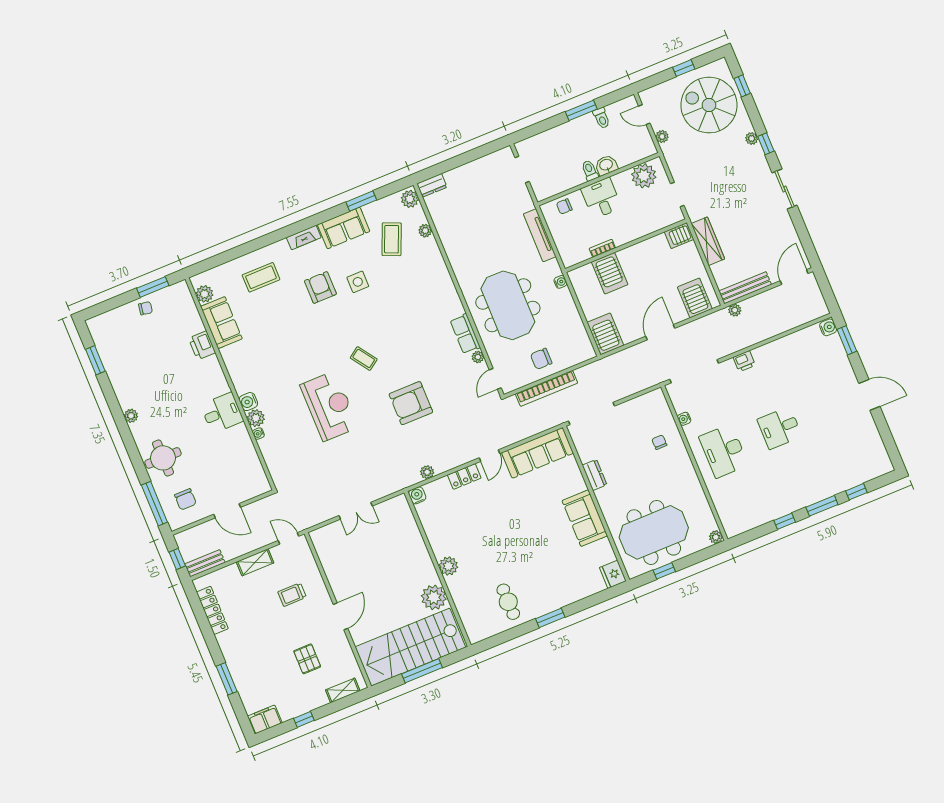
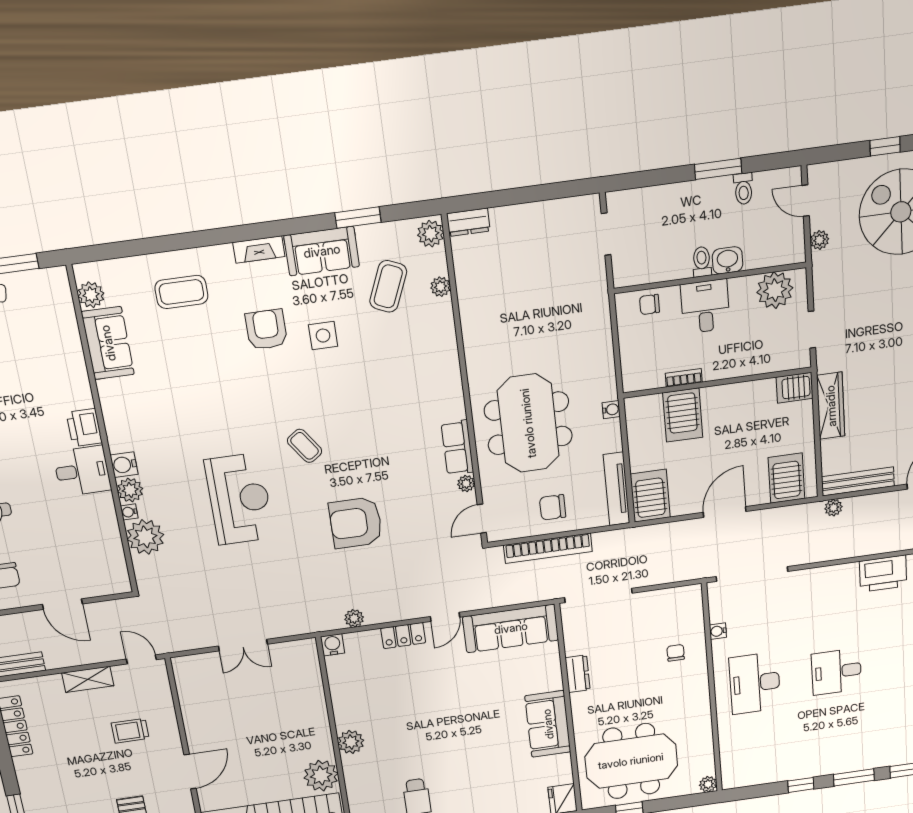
tv unit: (540, 235) -> (617, 489), moved
printer: (202, 345) -> (84, 428), moved
printer: (744, 361) -> (883, 574), moved, width x1.87, depth x1.48
plant: (273, 449) -> (145, 537), added

